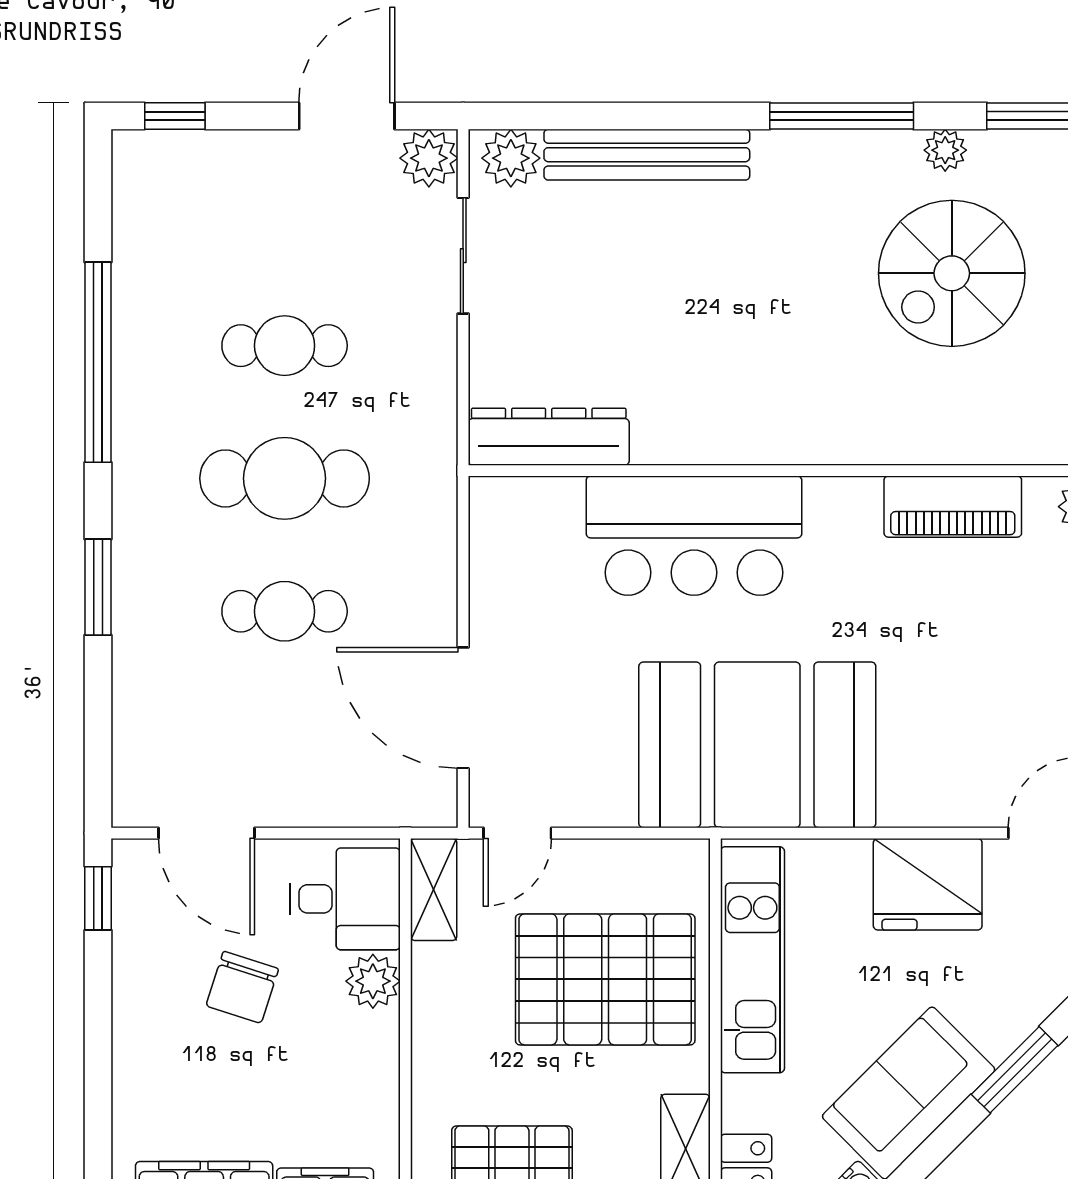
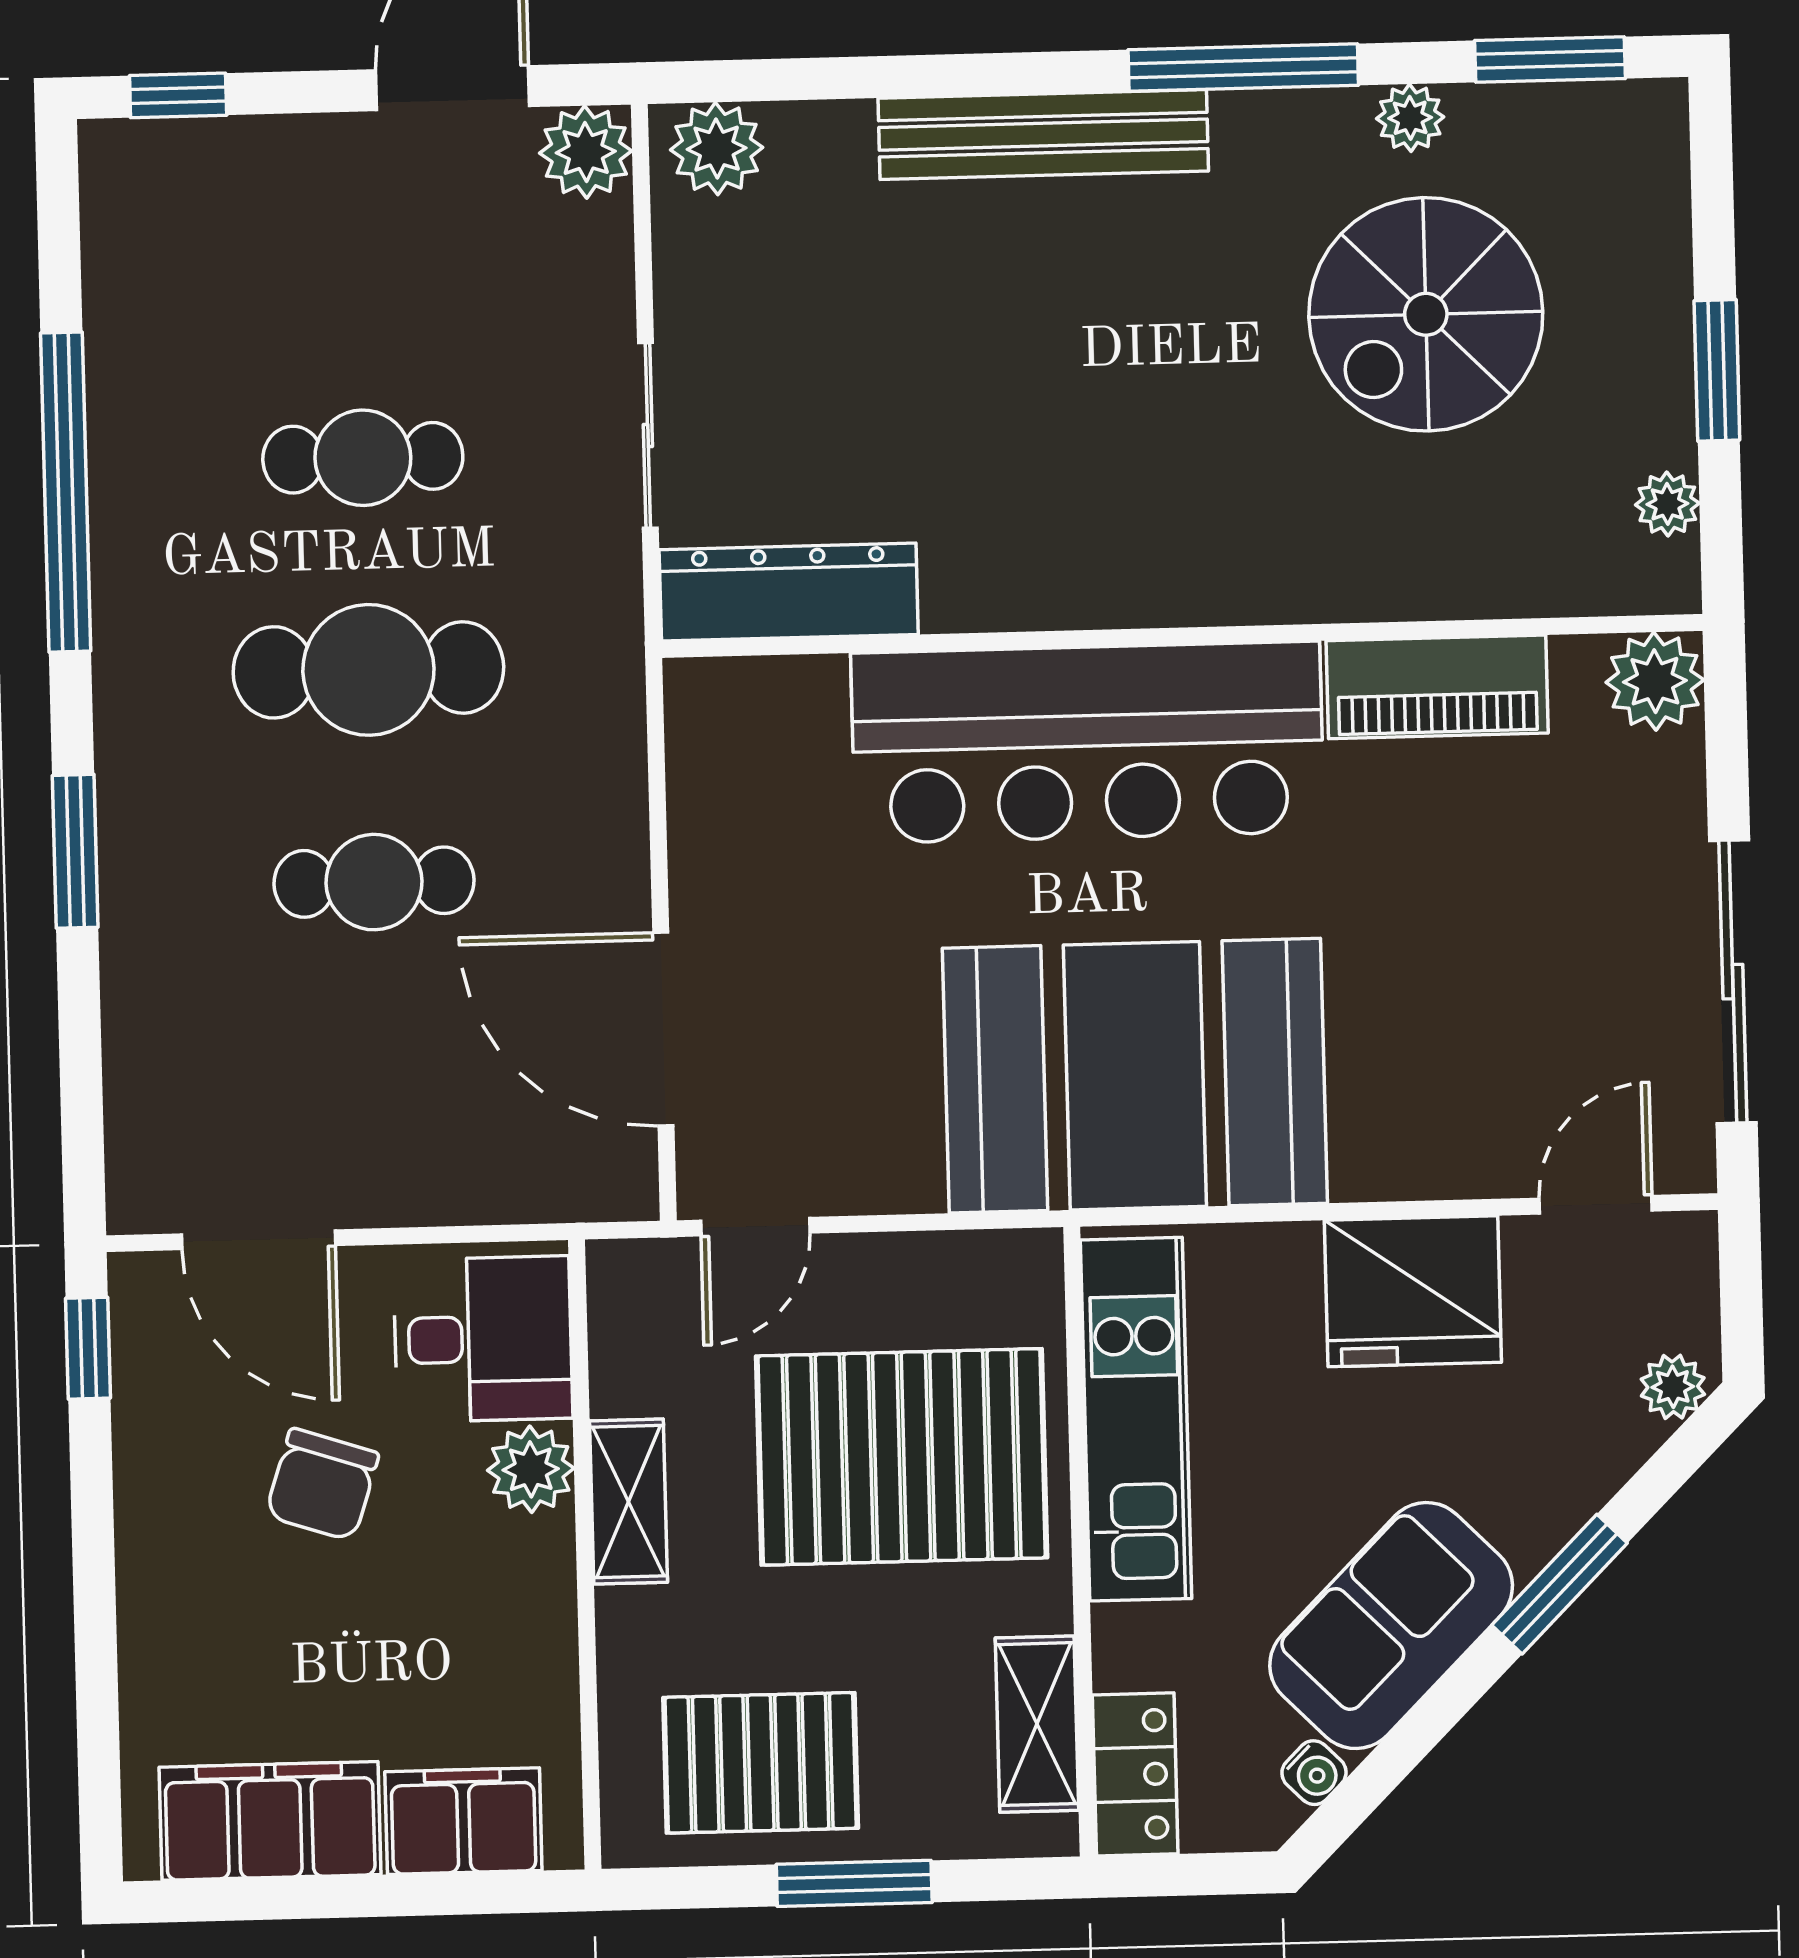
bench: (647, 155) -> (1043, 135), moved
sliding door: (463, 256) -> (648, 435), moved
bar counter: (694, 536) -> (1087, 742), width x1.36
shelving: (434, 889) -> (629, 1502), moved

